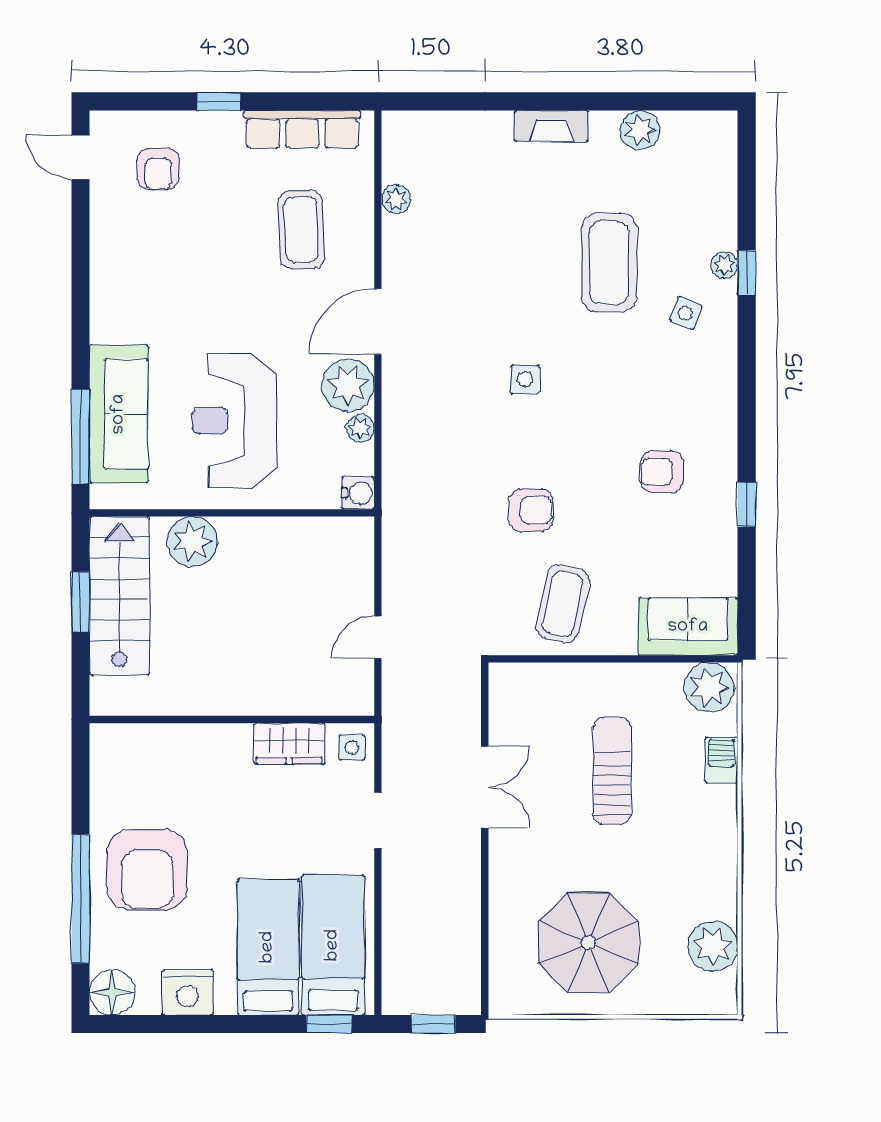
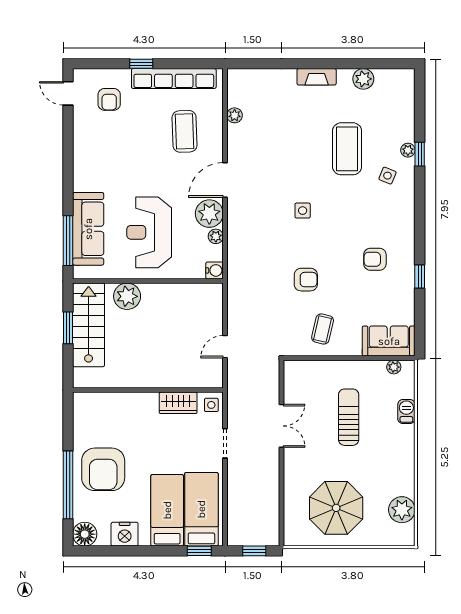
row of seats: (302, 129) -> (174, 78), width x1.36
coffee table: (563, 604) -> (323, 329), width x0.73, depth x0.77
plant: (709, 687) -> (394, 367), width x0.53, depth x0.53

